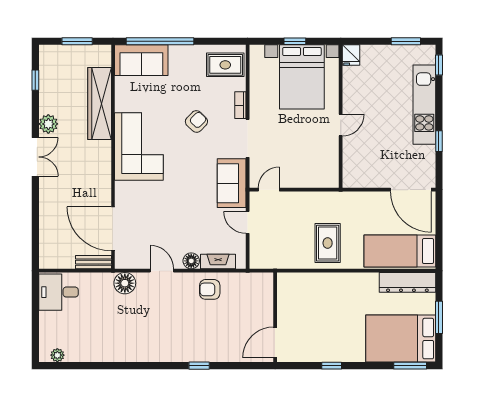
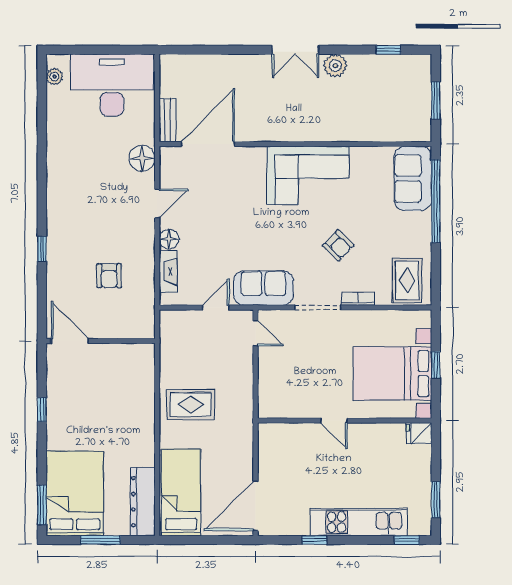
wardrobe: (100, 104) -> (360, 128), removed
armchair: (210, 289) -> (109, 276), moved, turned 180
desk: (58, 292) -> (112, 85), width x1.87, depth x1.30

